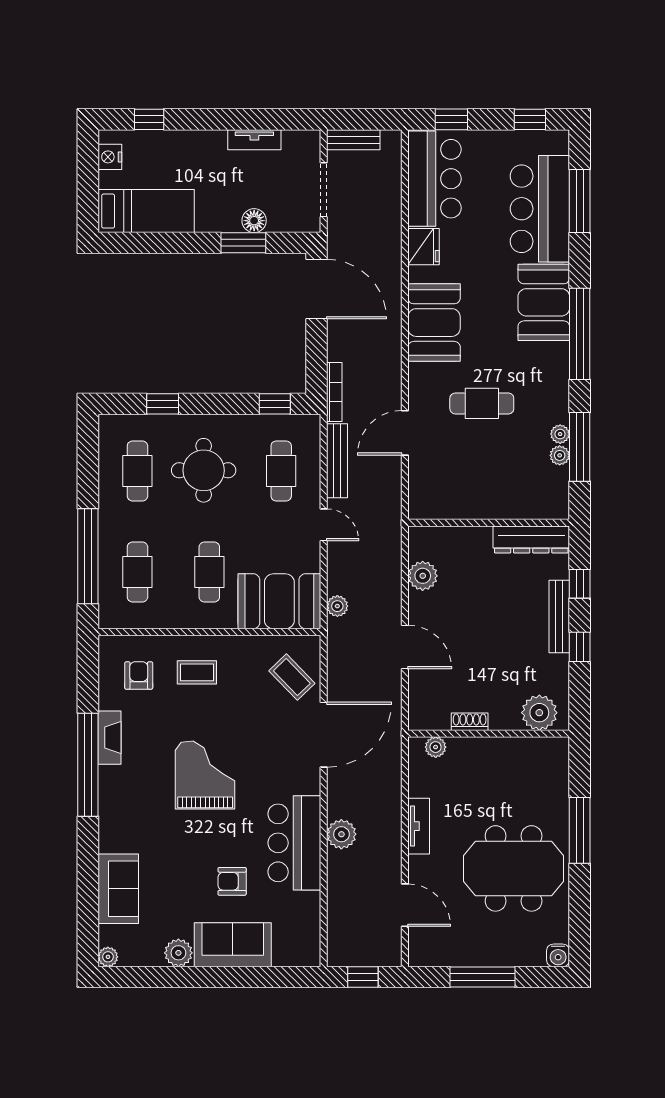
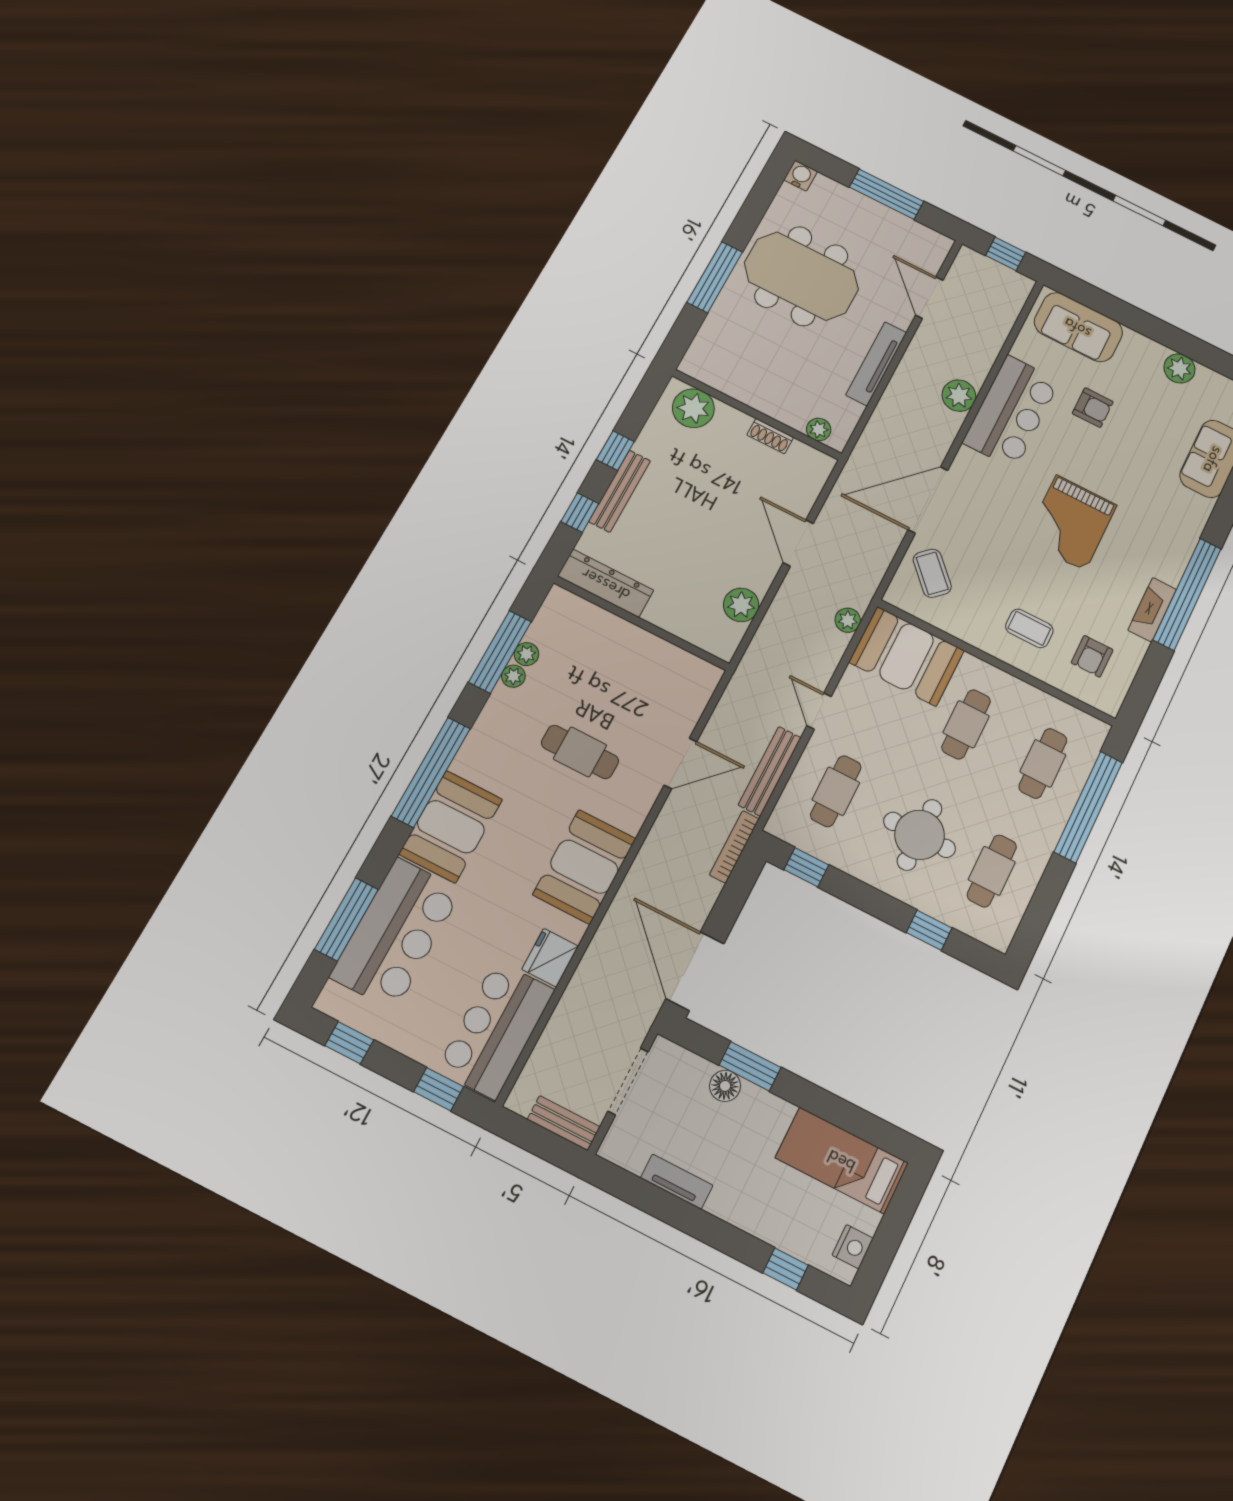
tv unit: (419, 826) -> (876, 364), width x1.41
sofa: (233, 945) -> (1078, 327), moved

